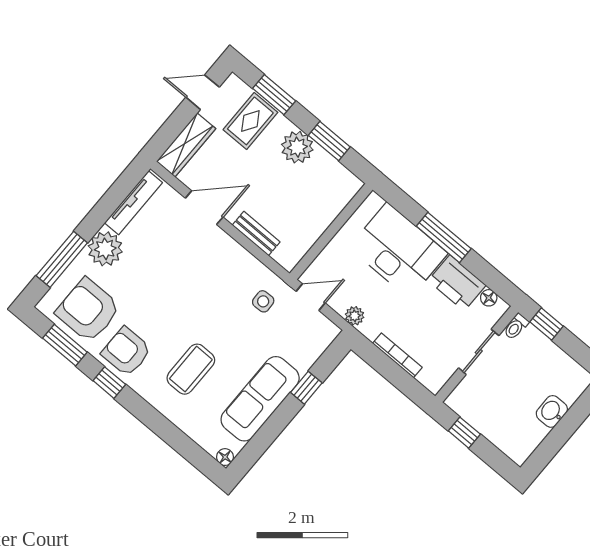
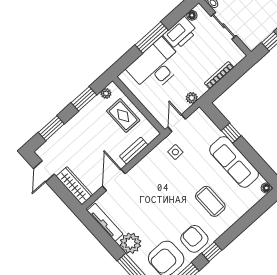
rug: (250, 121) -> (123, 116), moved
plant: (297, 147) -> (106, 93), moved, width x0.53, depth x0.53
armchair: (126, 352) -> (194, 239), turned 90

